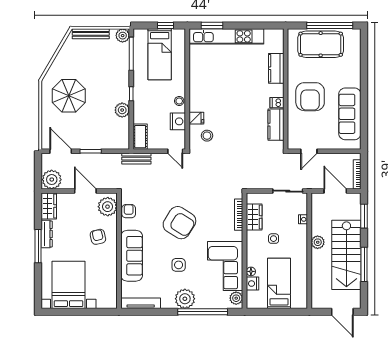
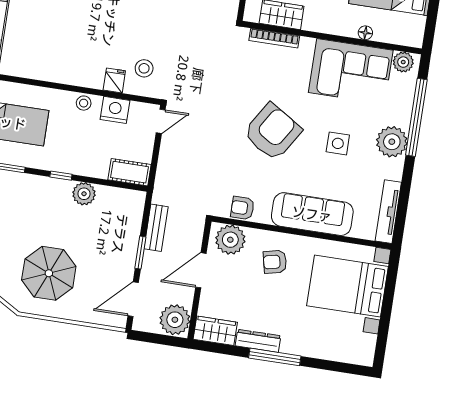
bench: (136, 159) -> (156, 228), moved
nightstand: (253, 284) -> (384, 33), removed
bed with nightstands: (68, 285) -> (347, 286), moved

